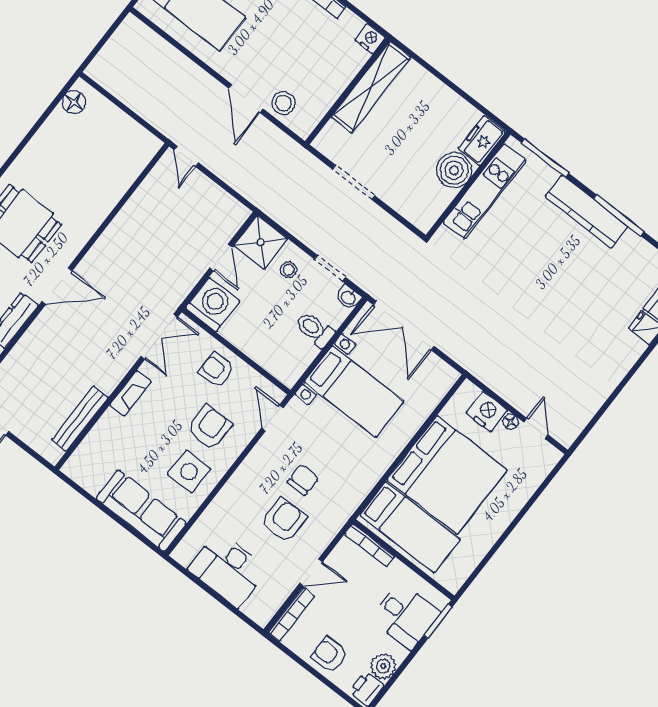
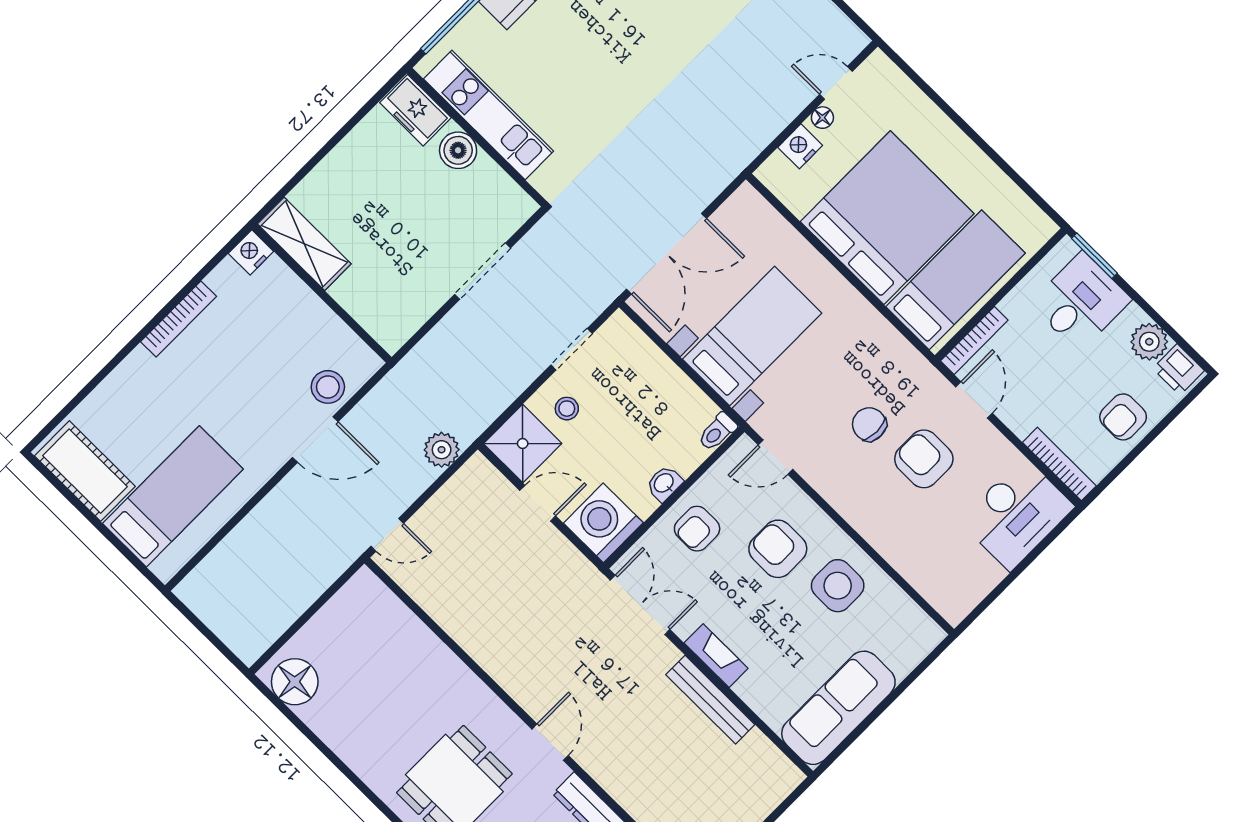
shelving: (371, 87) -> (304, 244), width x0.68
floor lamp: (74, 102) -> (295, 682), width x1.38, depth x1.38
boiler: (454, 170) -> (458, 150), width x0.73, depth x0.73
doorway: (353, 182) -> (483, 271), moved
plant: (250, 187) -> (442, 450), added
door: (57, 286) -> (550, 742), width x0.73
washbasin: (349, 297) -> (664, 483), moved, turned 180
toilet: (315, 329) -> (717, 432), moved, width x0.73, depth x0.72
nightstand: (487, 412) -> (800, 146), width x0.74, depth x0.75
bench: (80, 419) -> (710, 700), moved
sofa: (141, 511) -> (838, 708), moved
desk: (228, 569) -> (1017, 514), moved
door: (311, 573) -> (974, 400), moved

